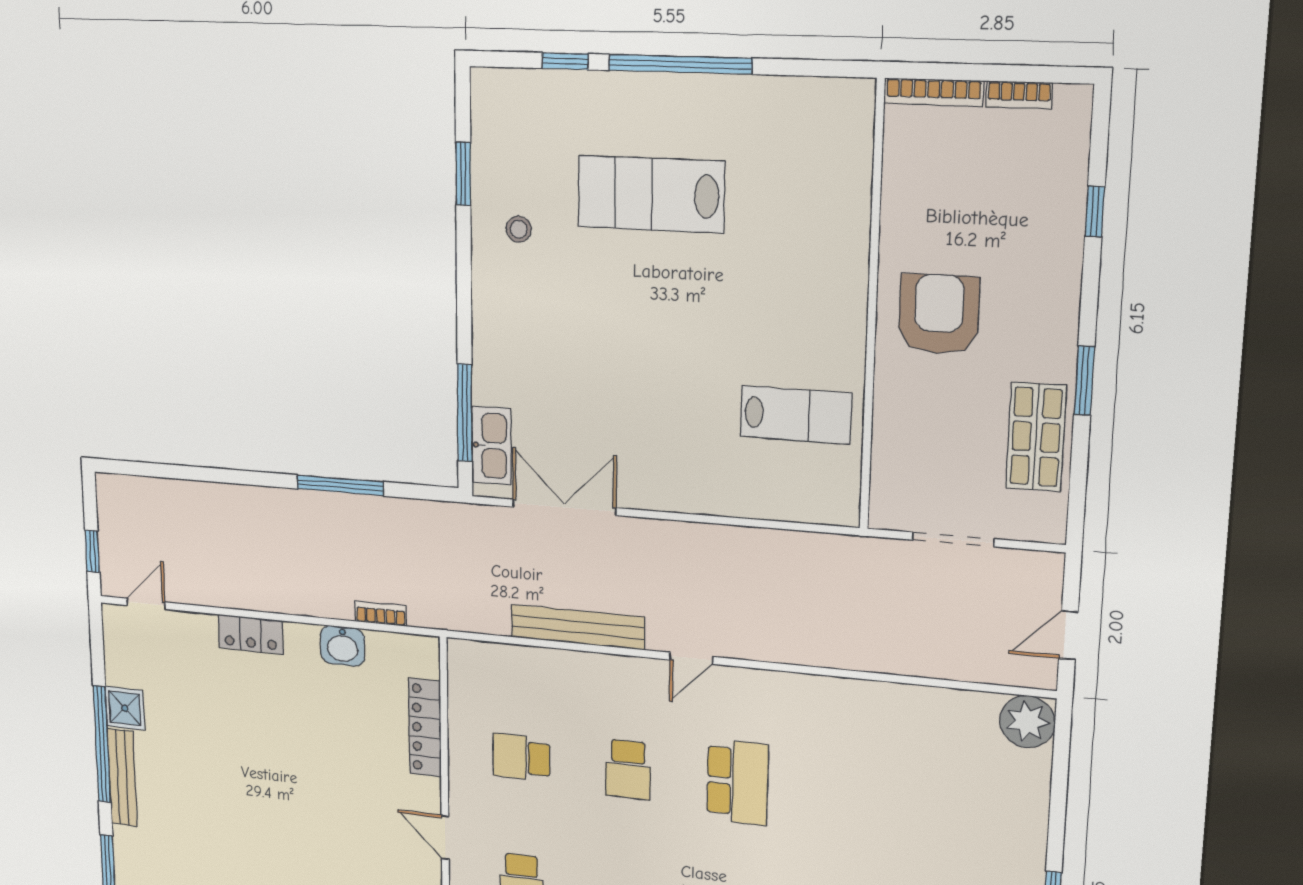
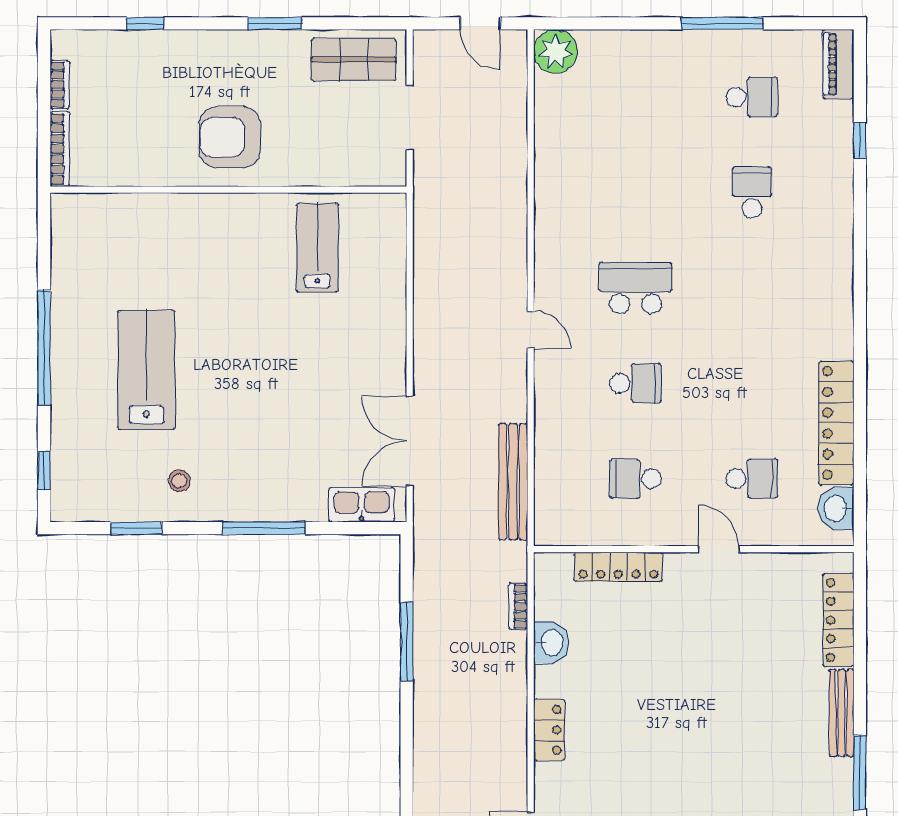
window: (565, 61) -> (44, 471), moved
lab bench: (651, 194) -> (146, 370), turned 180
window: (465, 413) -> (264, 528), moved
shop shelf: (1036, 437) -> (354, 59), moved
bench: (578, 627) -> (513, 482), moved
school desk: (521, 757) -> (636, 479), turned 90
door: (445, 837) -> (719, 549), swing flipped

